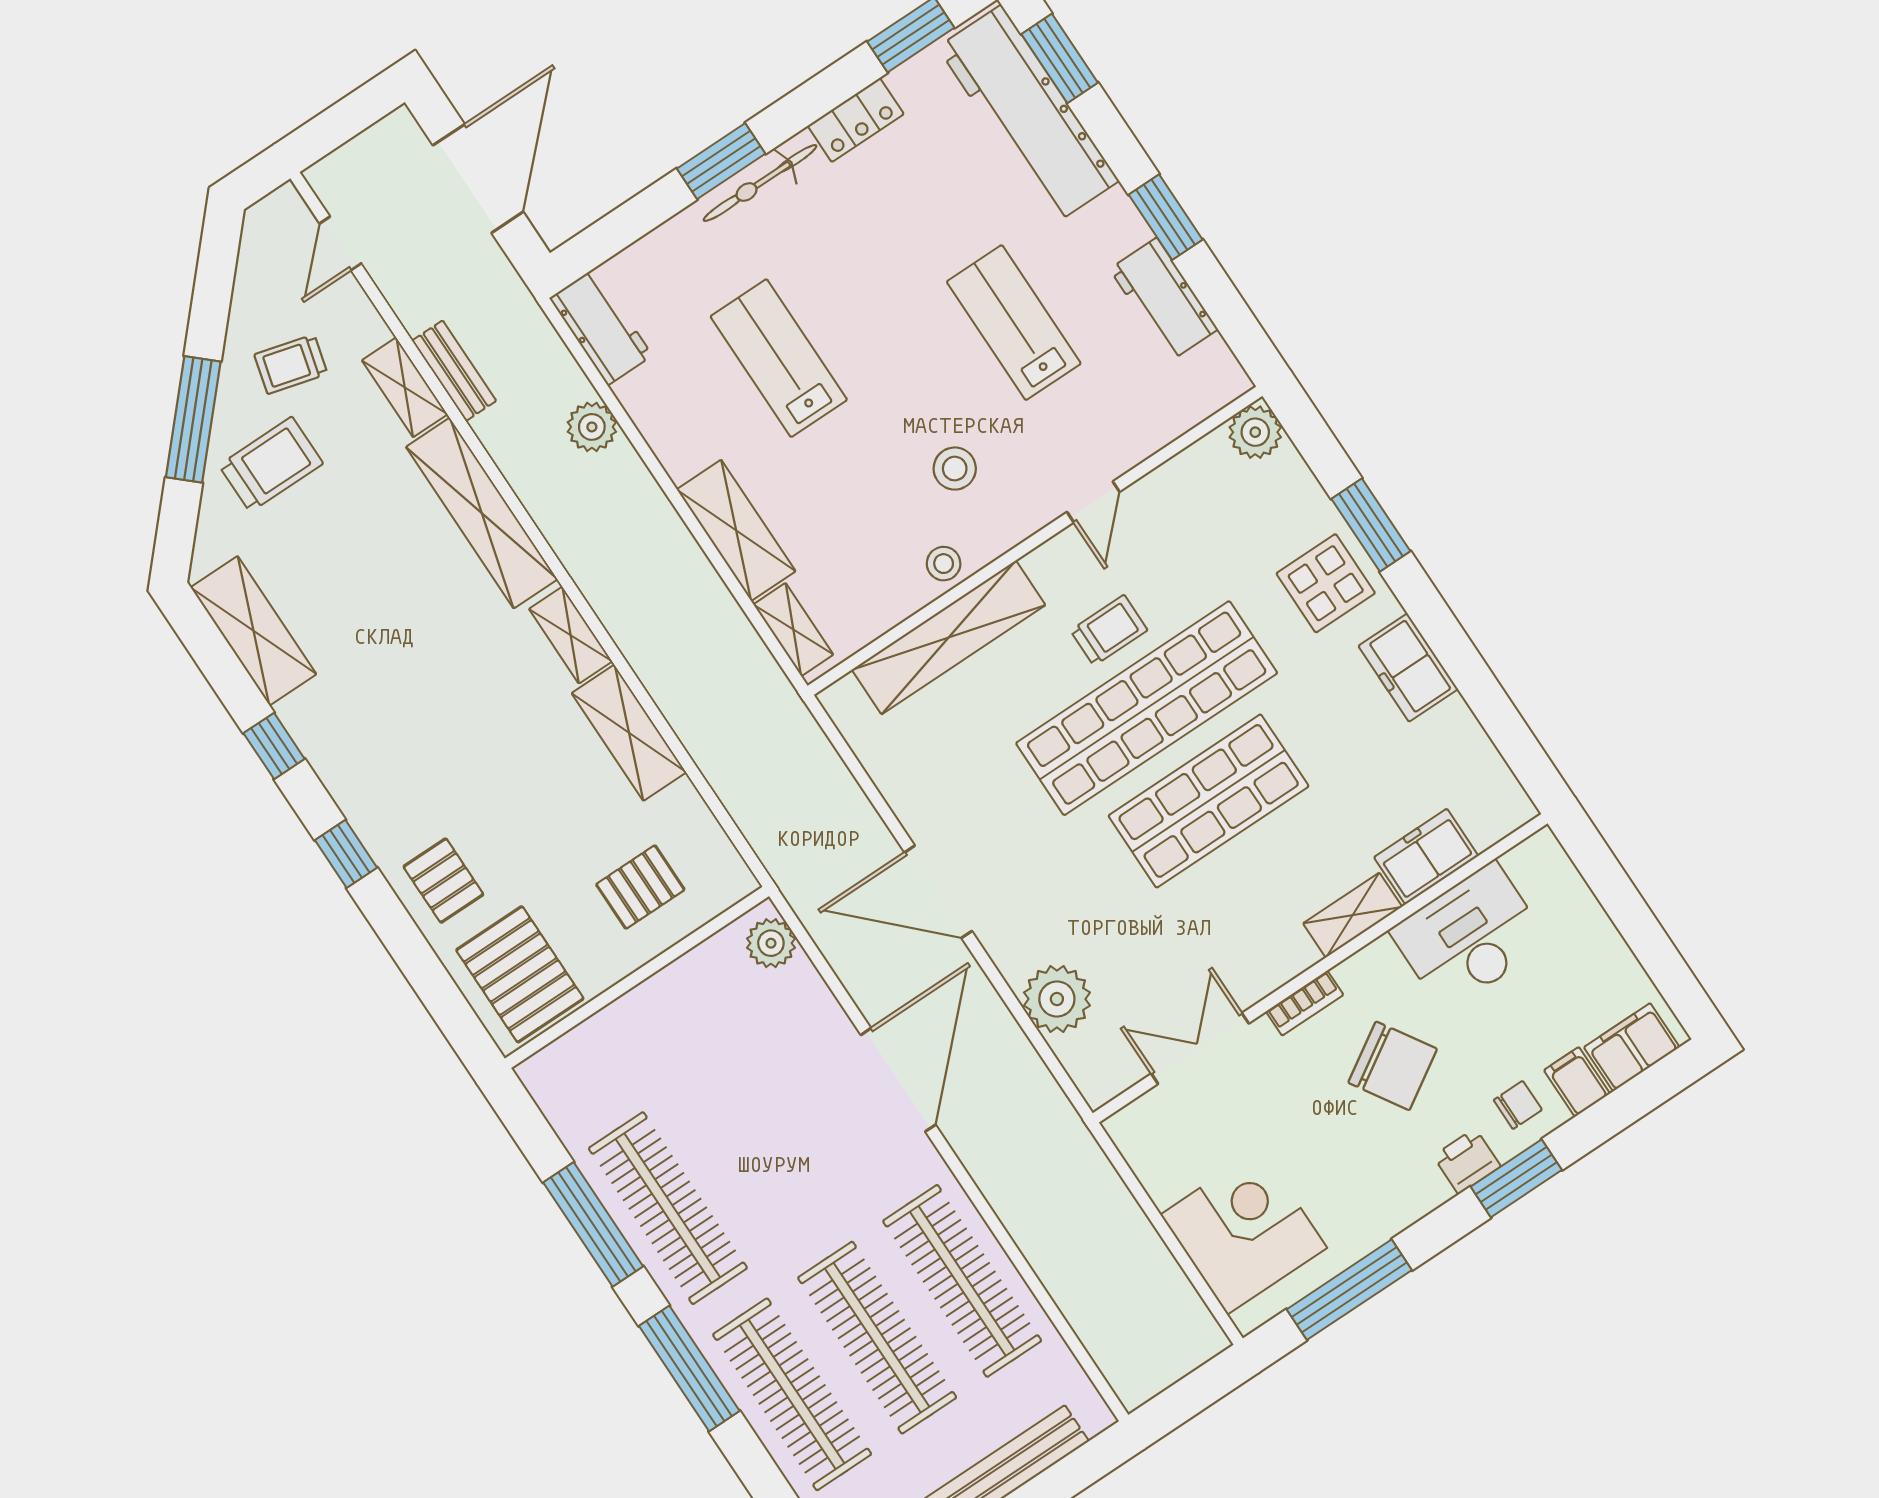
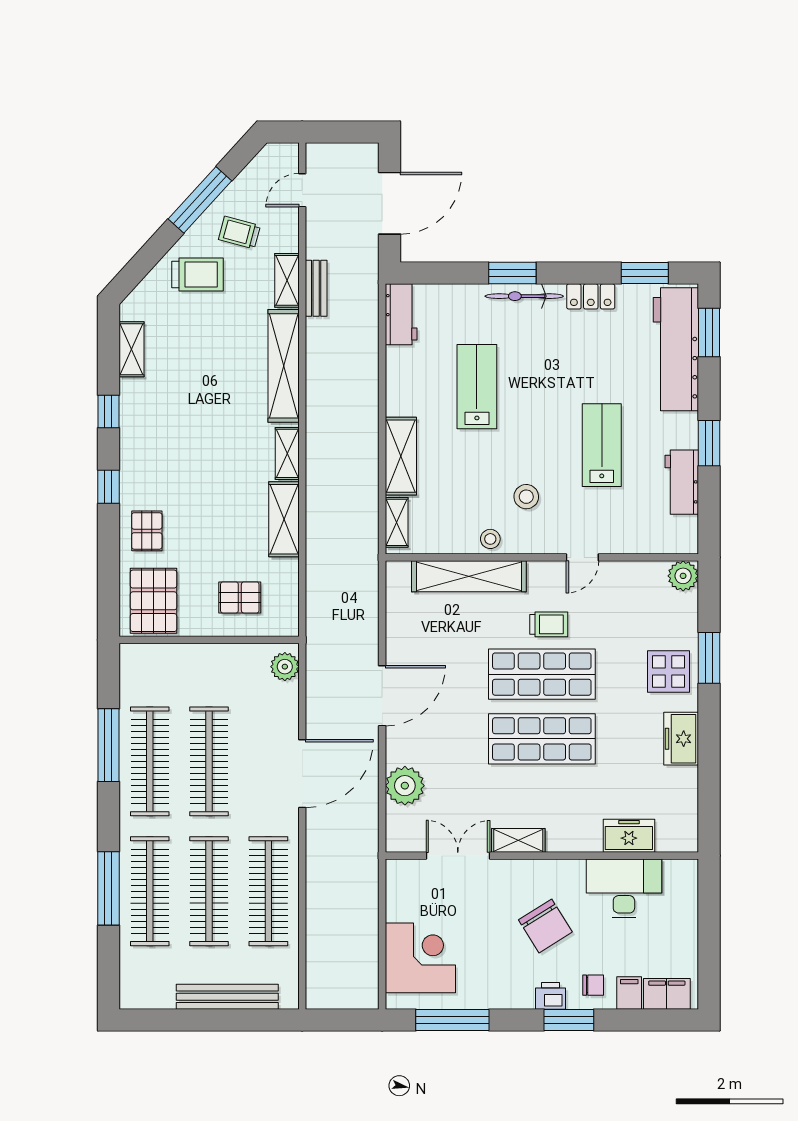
window: (193, 419) -> (200, 200), moved
plant: (592, 427) -> (365, 360), removed
shelving: (254, 631) -> (131, 349), width x0.67, depth x0.75
shop shelf: (1147, 708) -> (542, 674), width x0.71
door: (938, 892) -> (382, 696), swing flipped
shelving: (1353, 915) -> (518, 840), moved
bookcase: (1305, 1003) -> (523, 867), removed
clothes rail: (753, 1151) -> (209, 761), added
window: (689, 1368) -> (108, 888), moved

